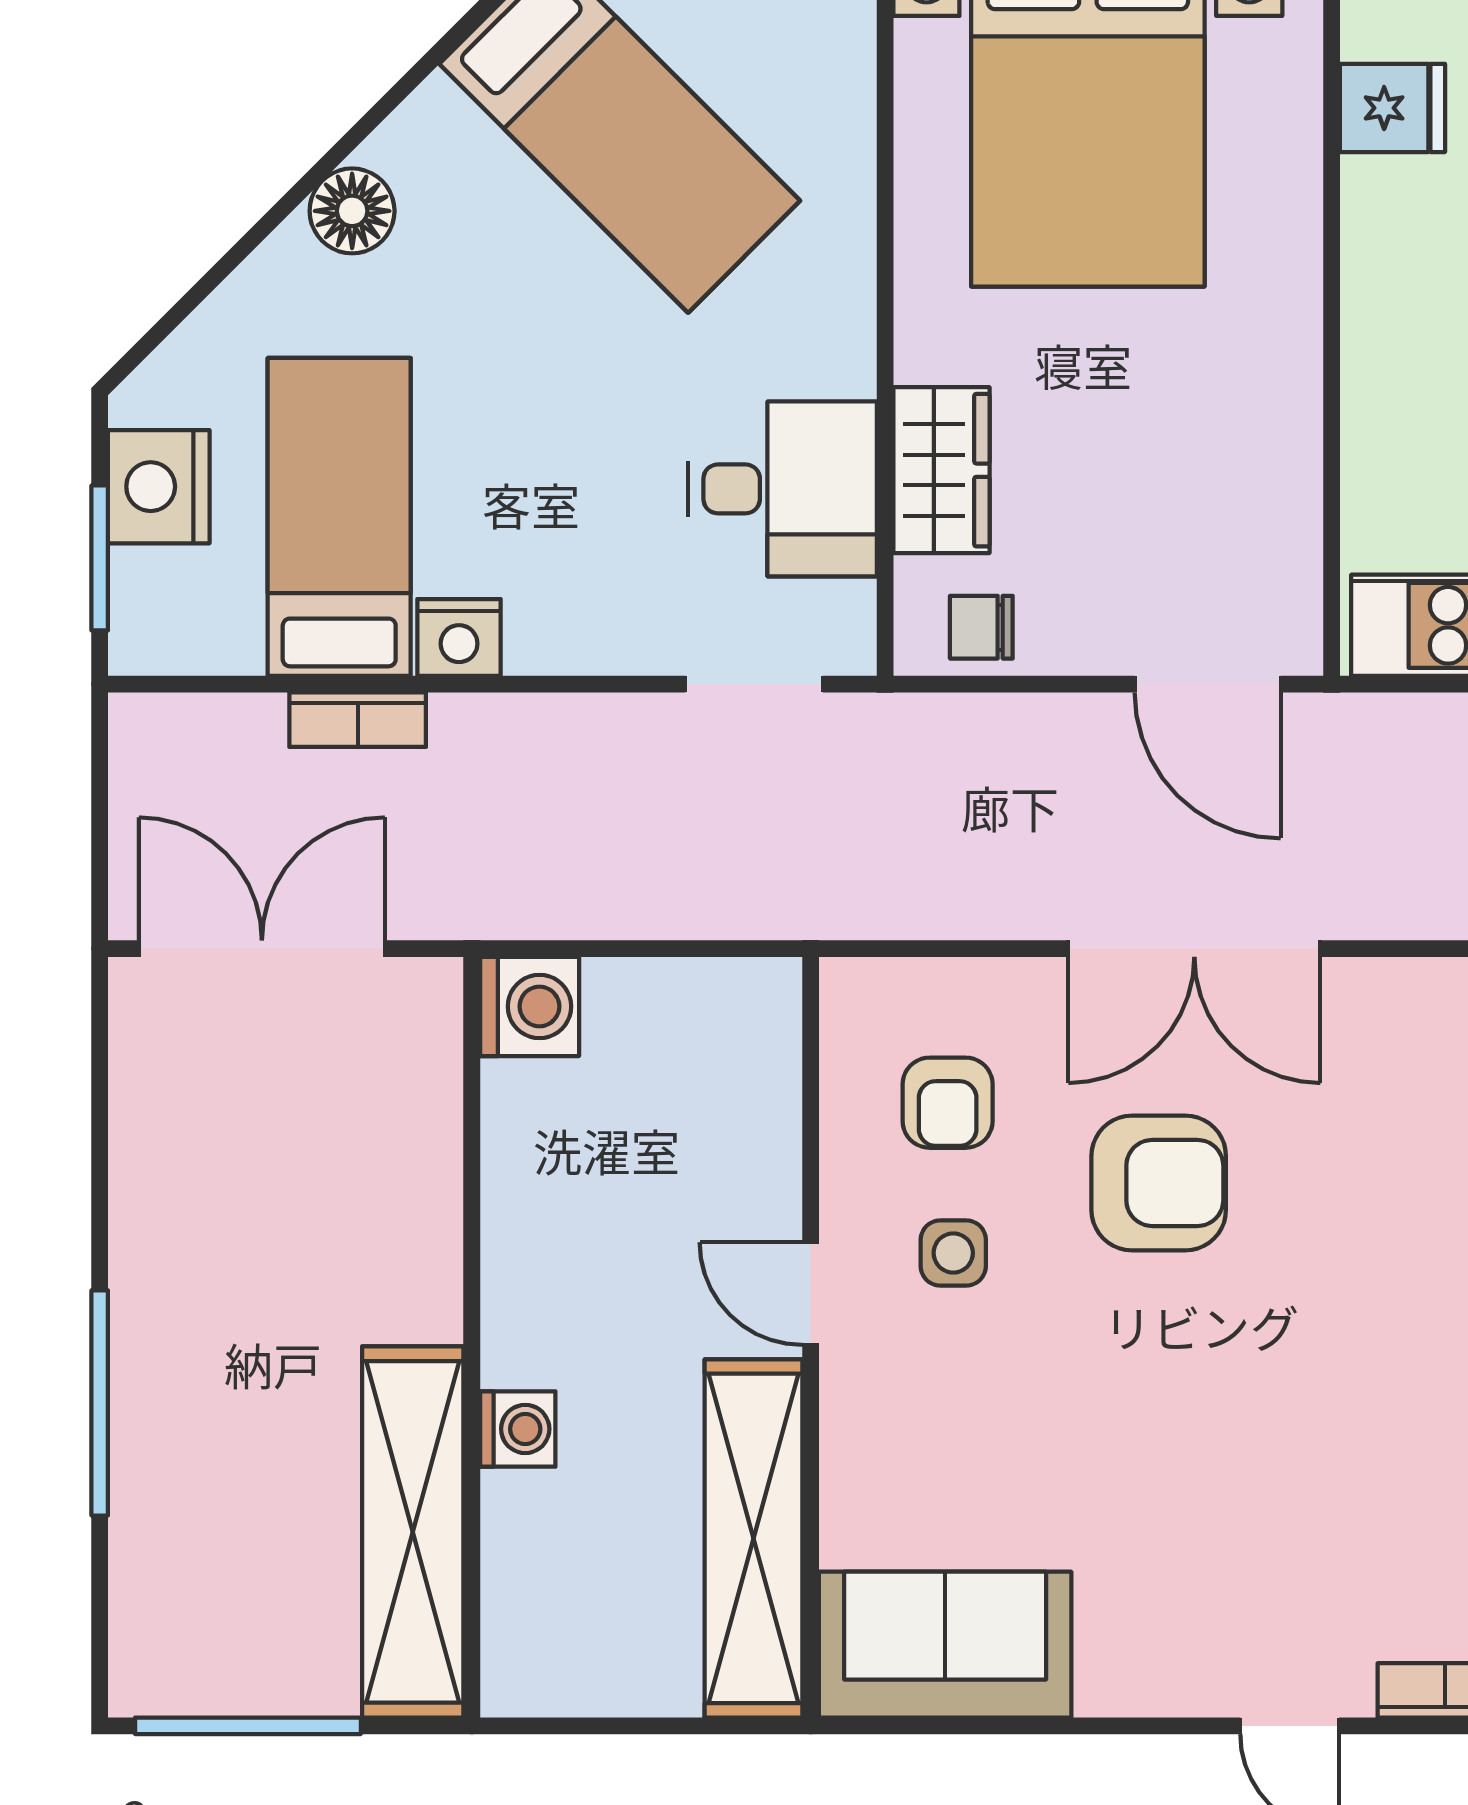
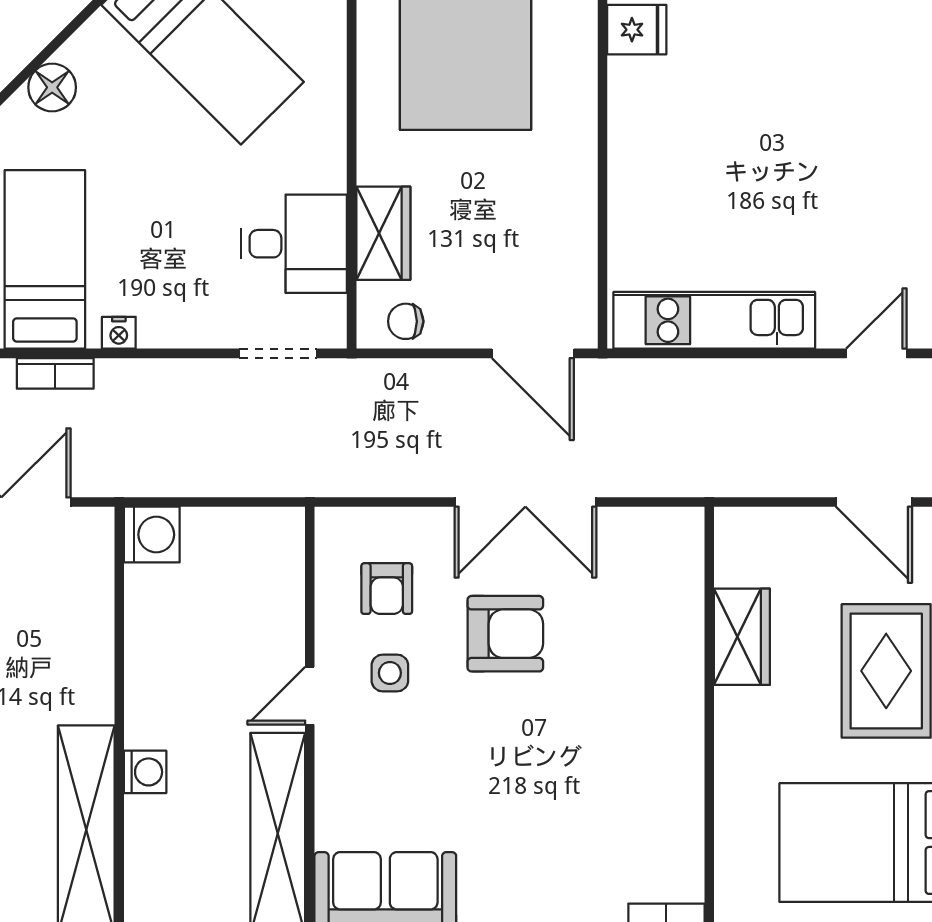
nightstand: (459, 637) -> (119, 333), width x0.72, depth x0.74
door: (811, 1294) -> (310, 696), hinge flipped

